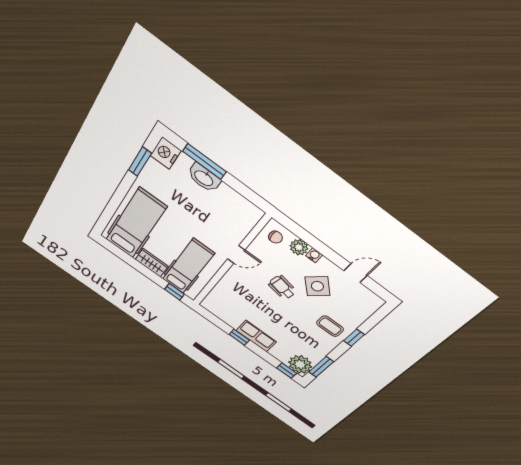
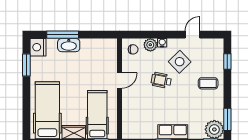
window: (354, 338) -> (227, 62), moved

